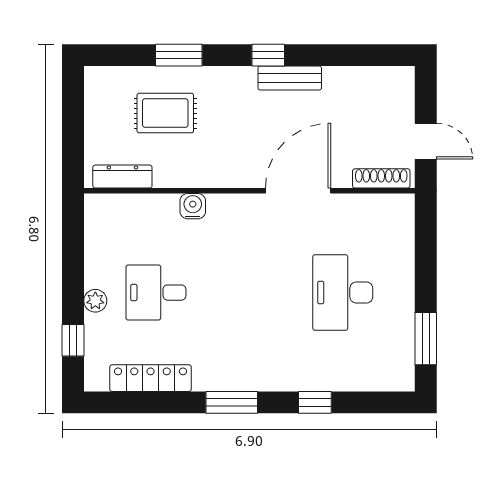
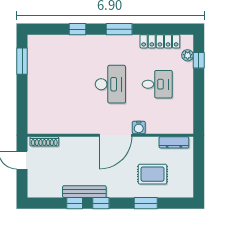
window: (321, 55) -> (75, 203), added
bench: (290, 78) -> (84, 192), width x1.36
door: (298, 191) -> (116, 135), moved
desk: (343, 293) -> (110, 84), moved
plant: (95, 301) -> (188, 55), moved

